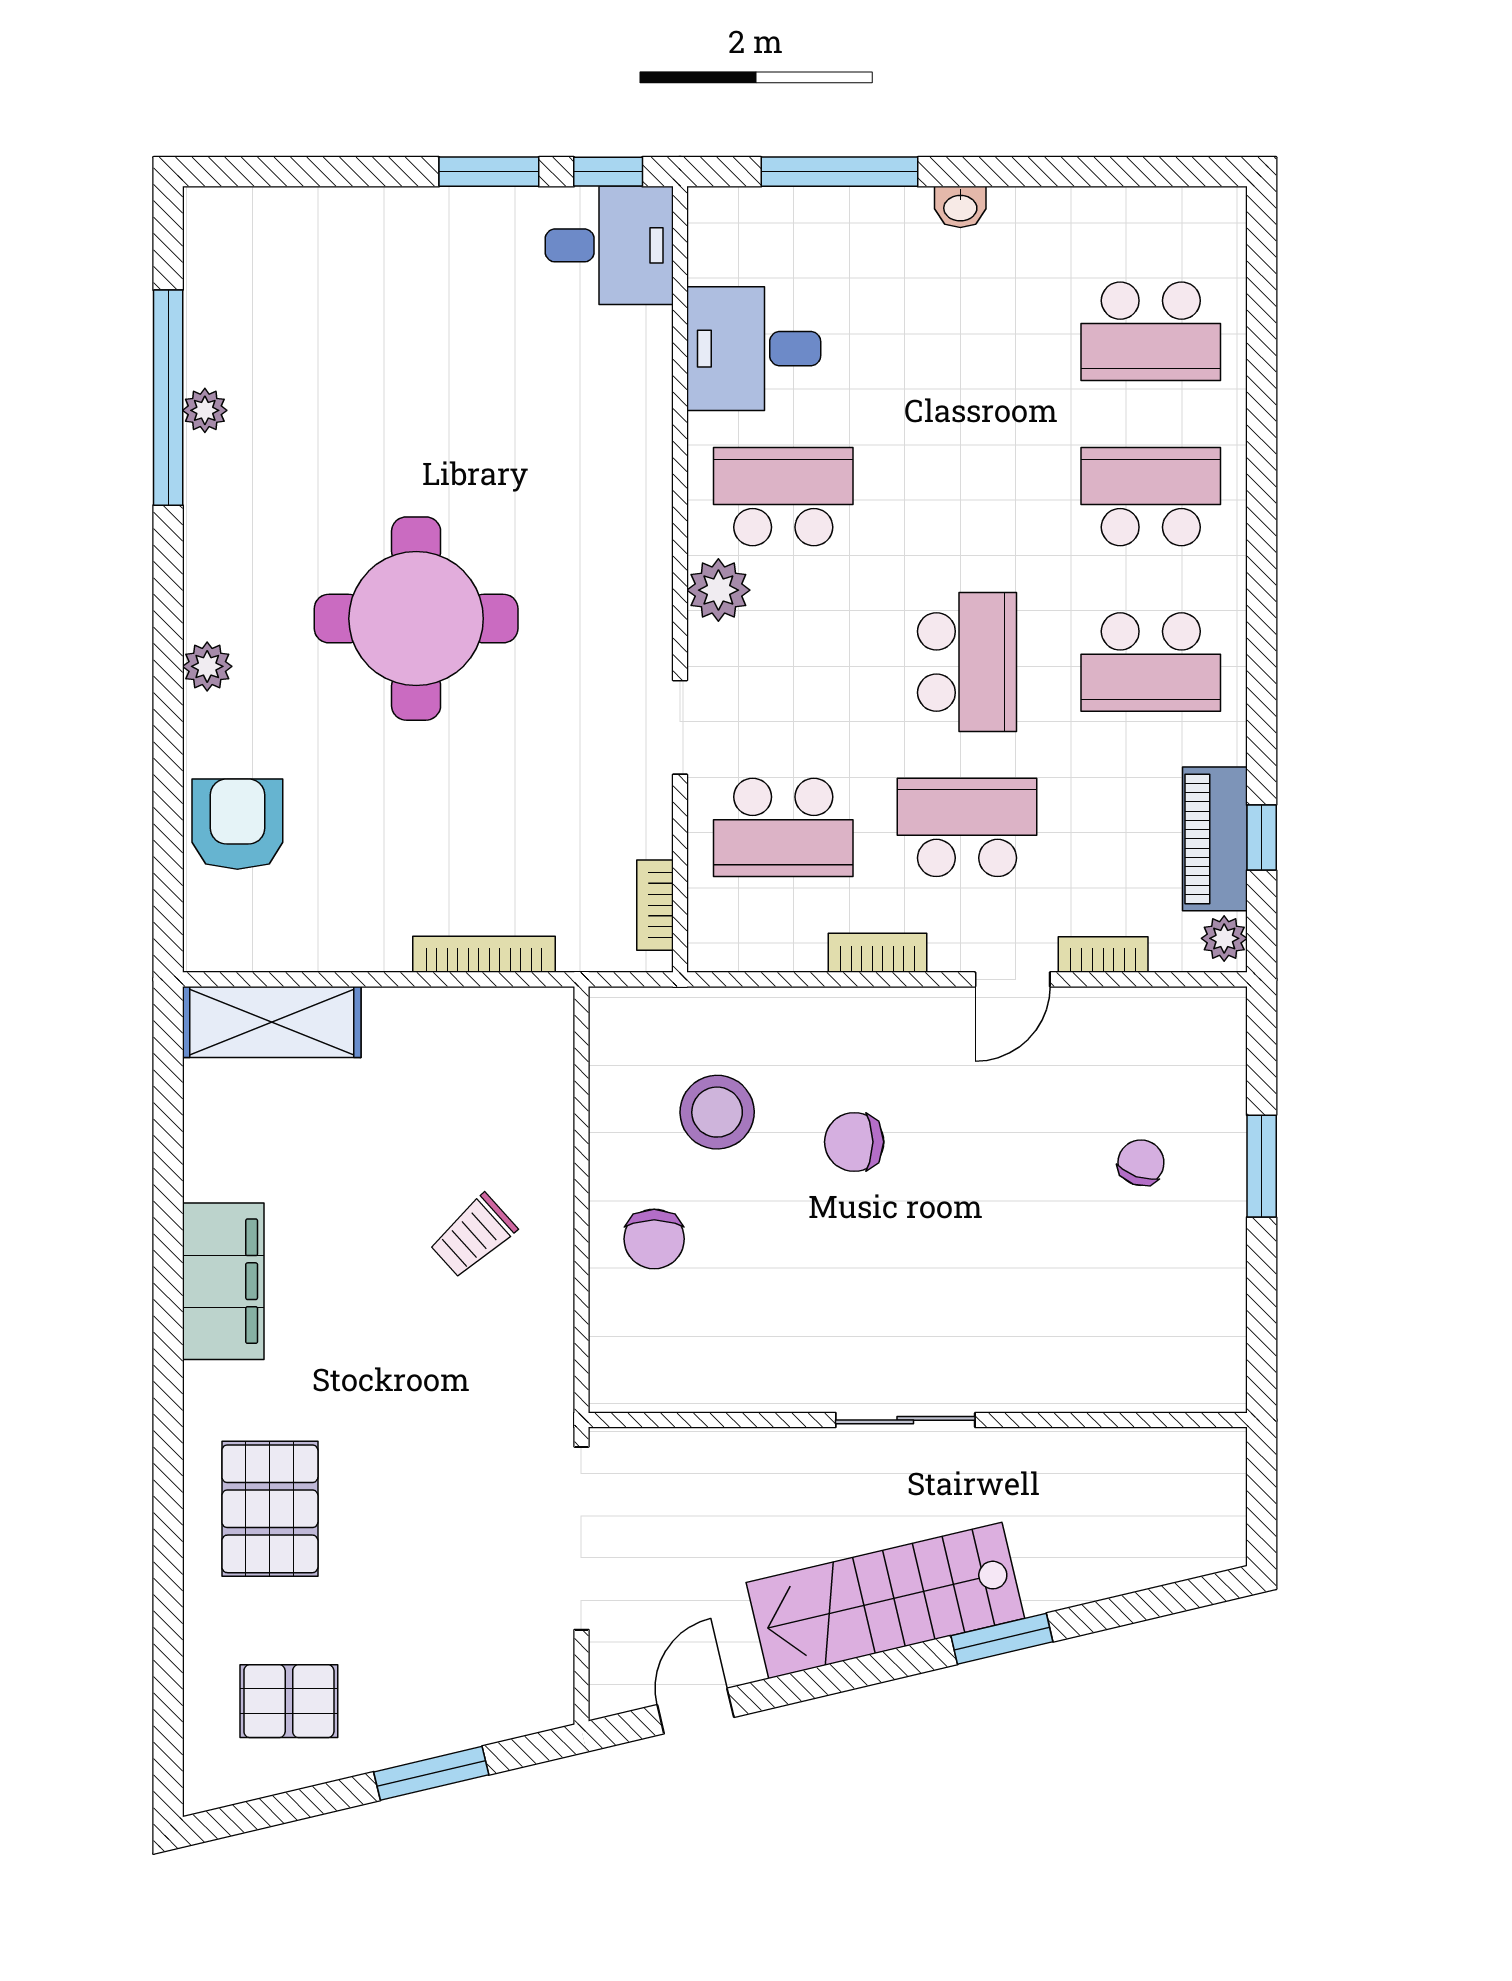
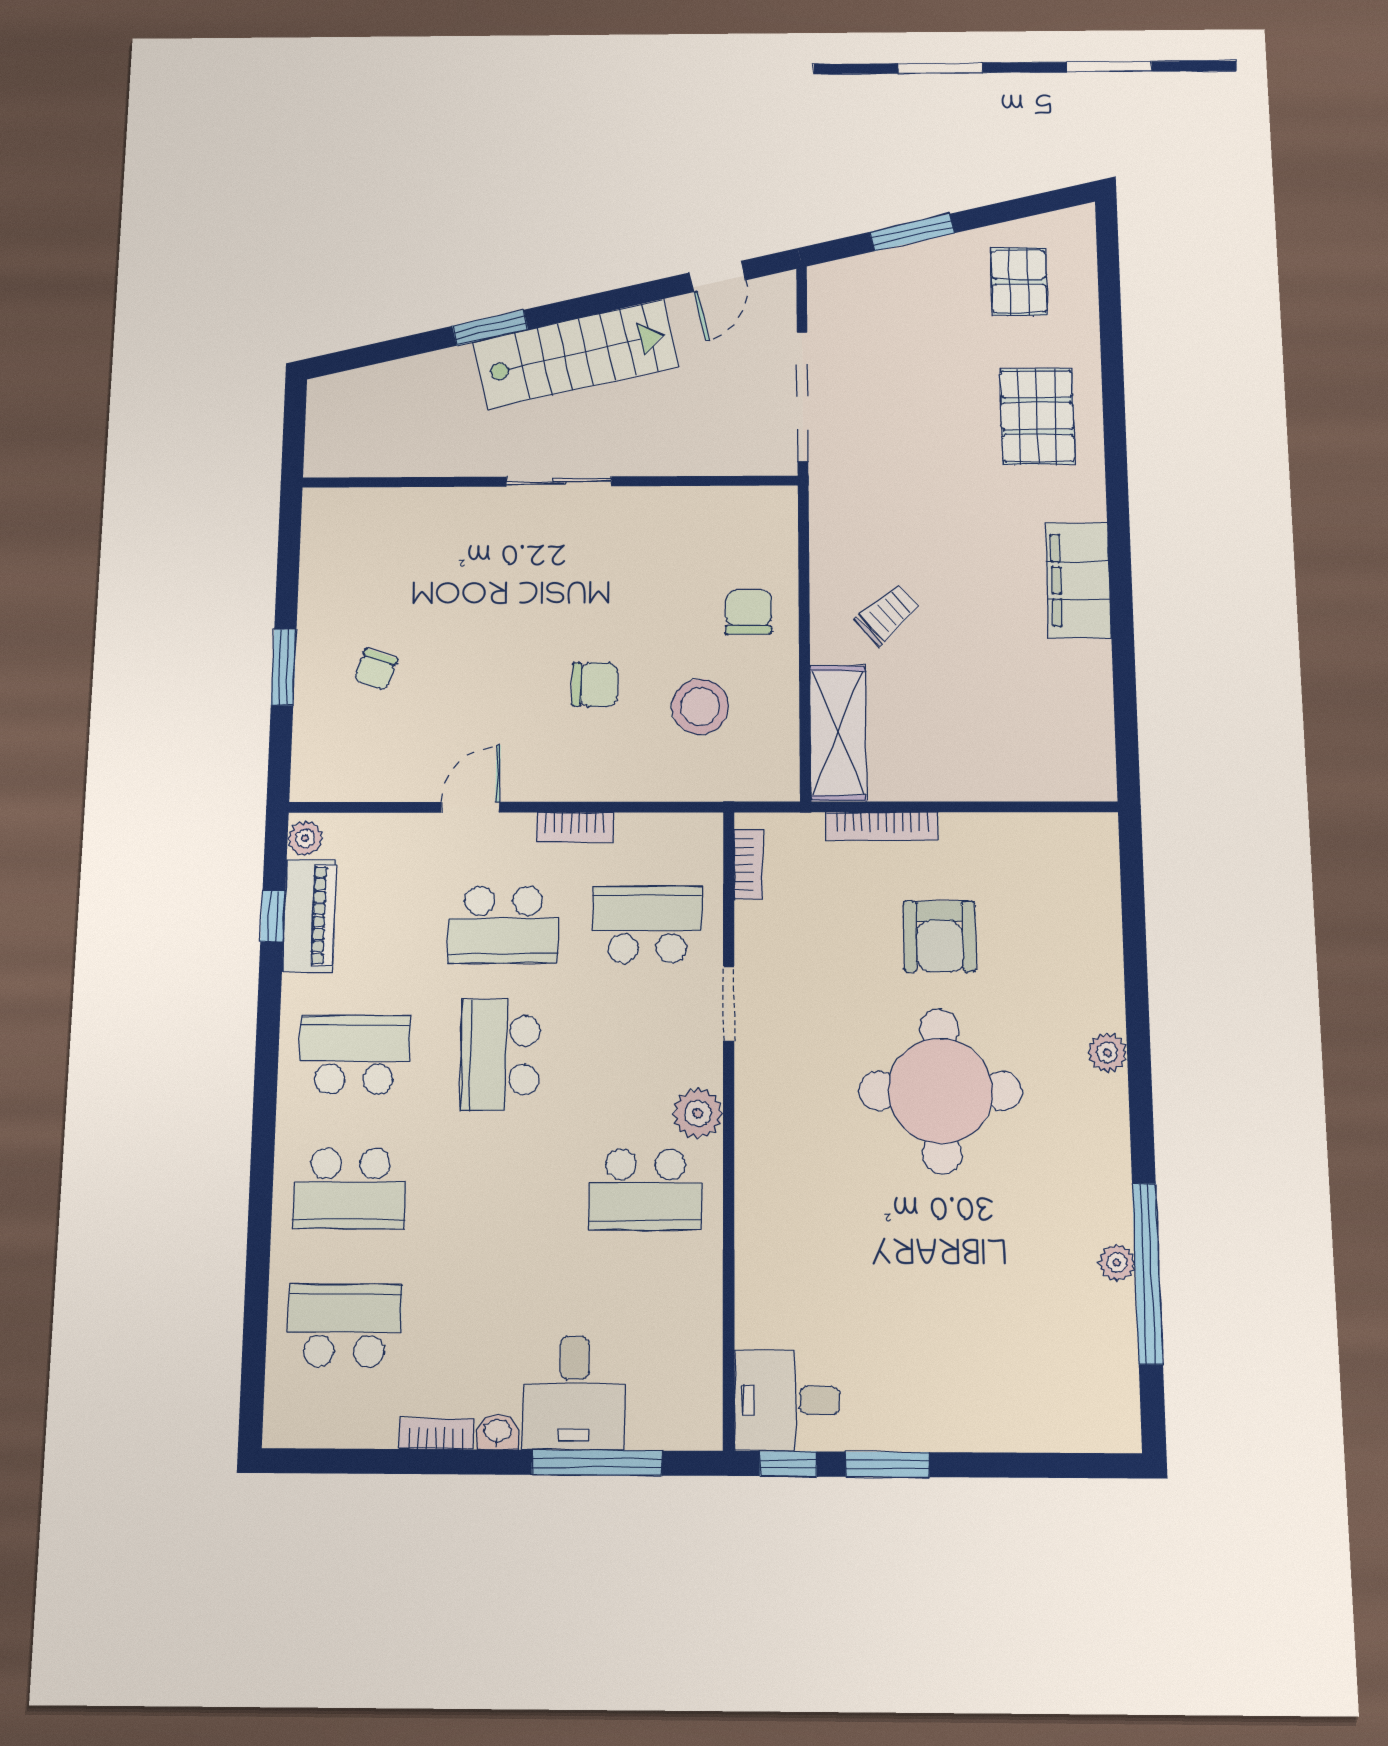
desk: (754, 349) -> (574, 1393), moved, turned 90
armchair: (237, 824) -> (940, 936), moved
bookcase: (1103, 955) -> (436, 1434), moved, turned 180
shelving: (272, 1022) -> (838, 733), moved, turned 90
pallet: (289, 1701) -> (1019, 281), turned 90

